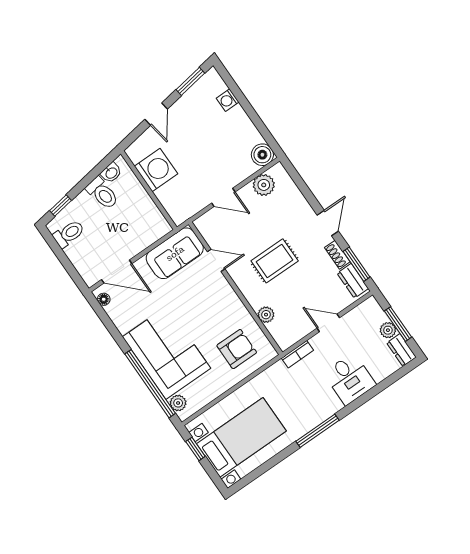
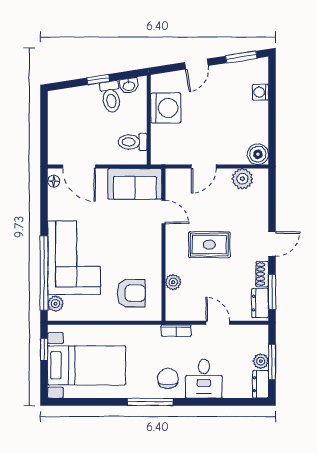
door: (223, 197) -> (204, 167), hinge flipped
window: (61, 206) -> (98, 80), moved
toilet: (69, 234) -> (133, 142), moved, turned 180
chair: (319, 400) -> (168, 378), added

